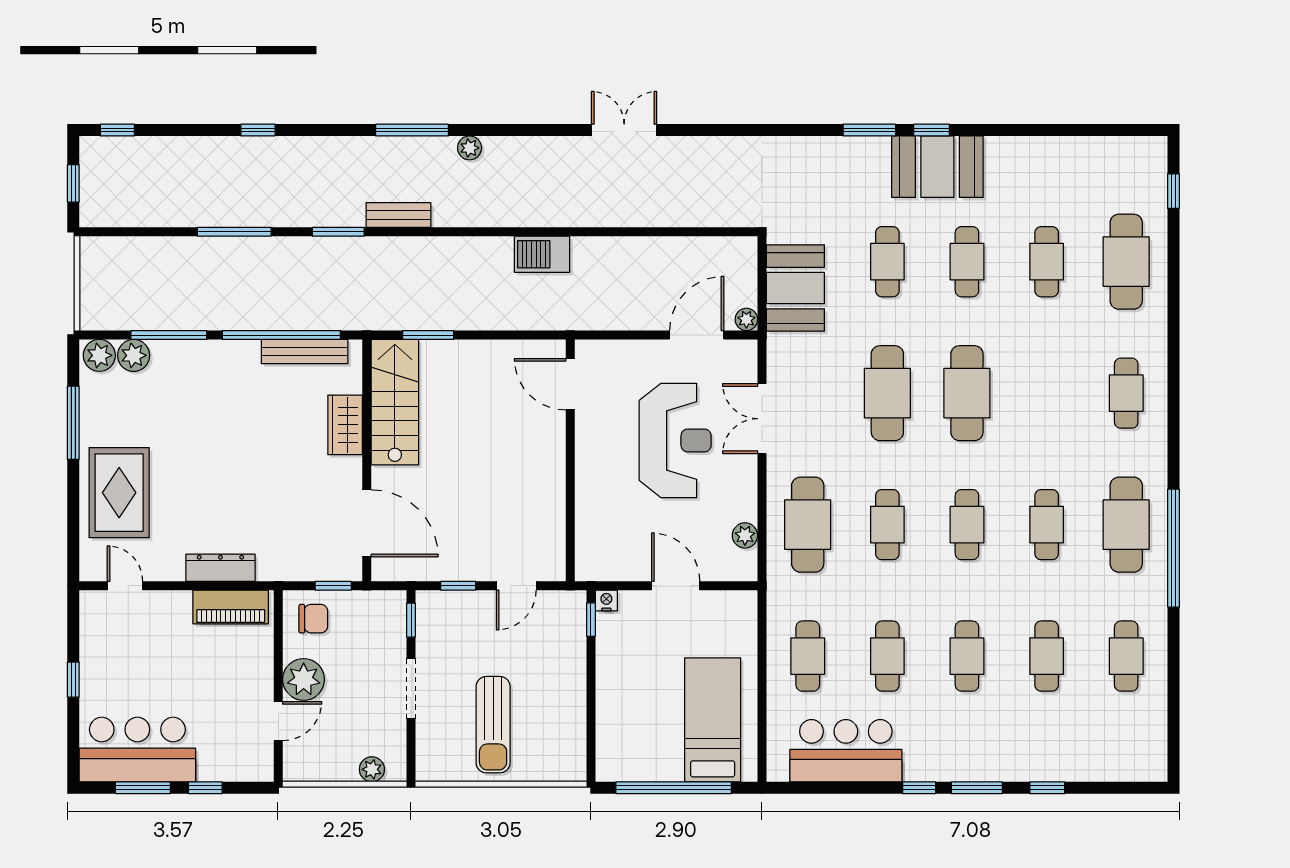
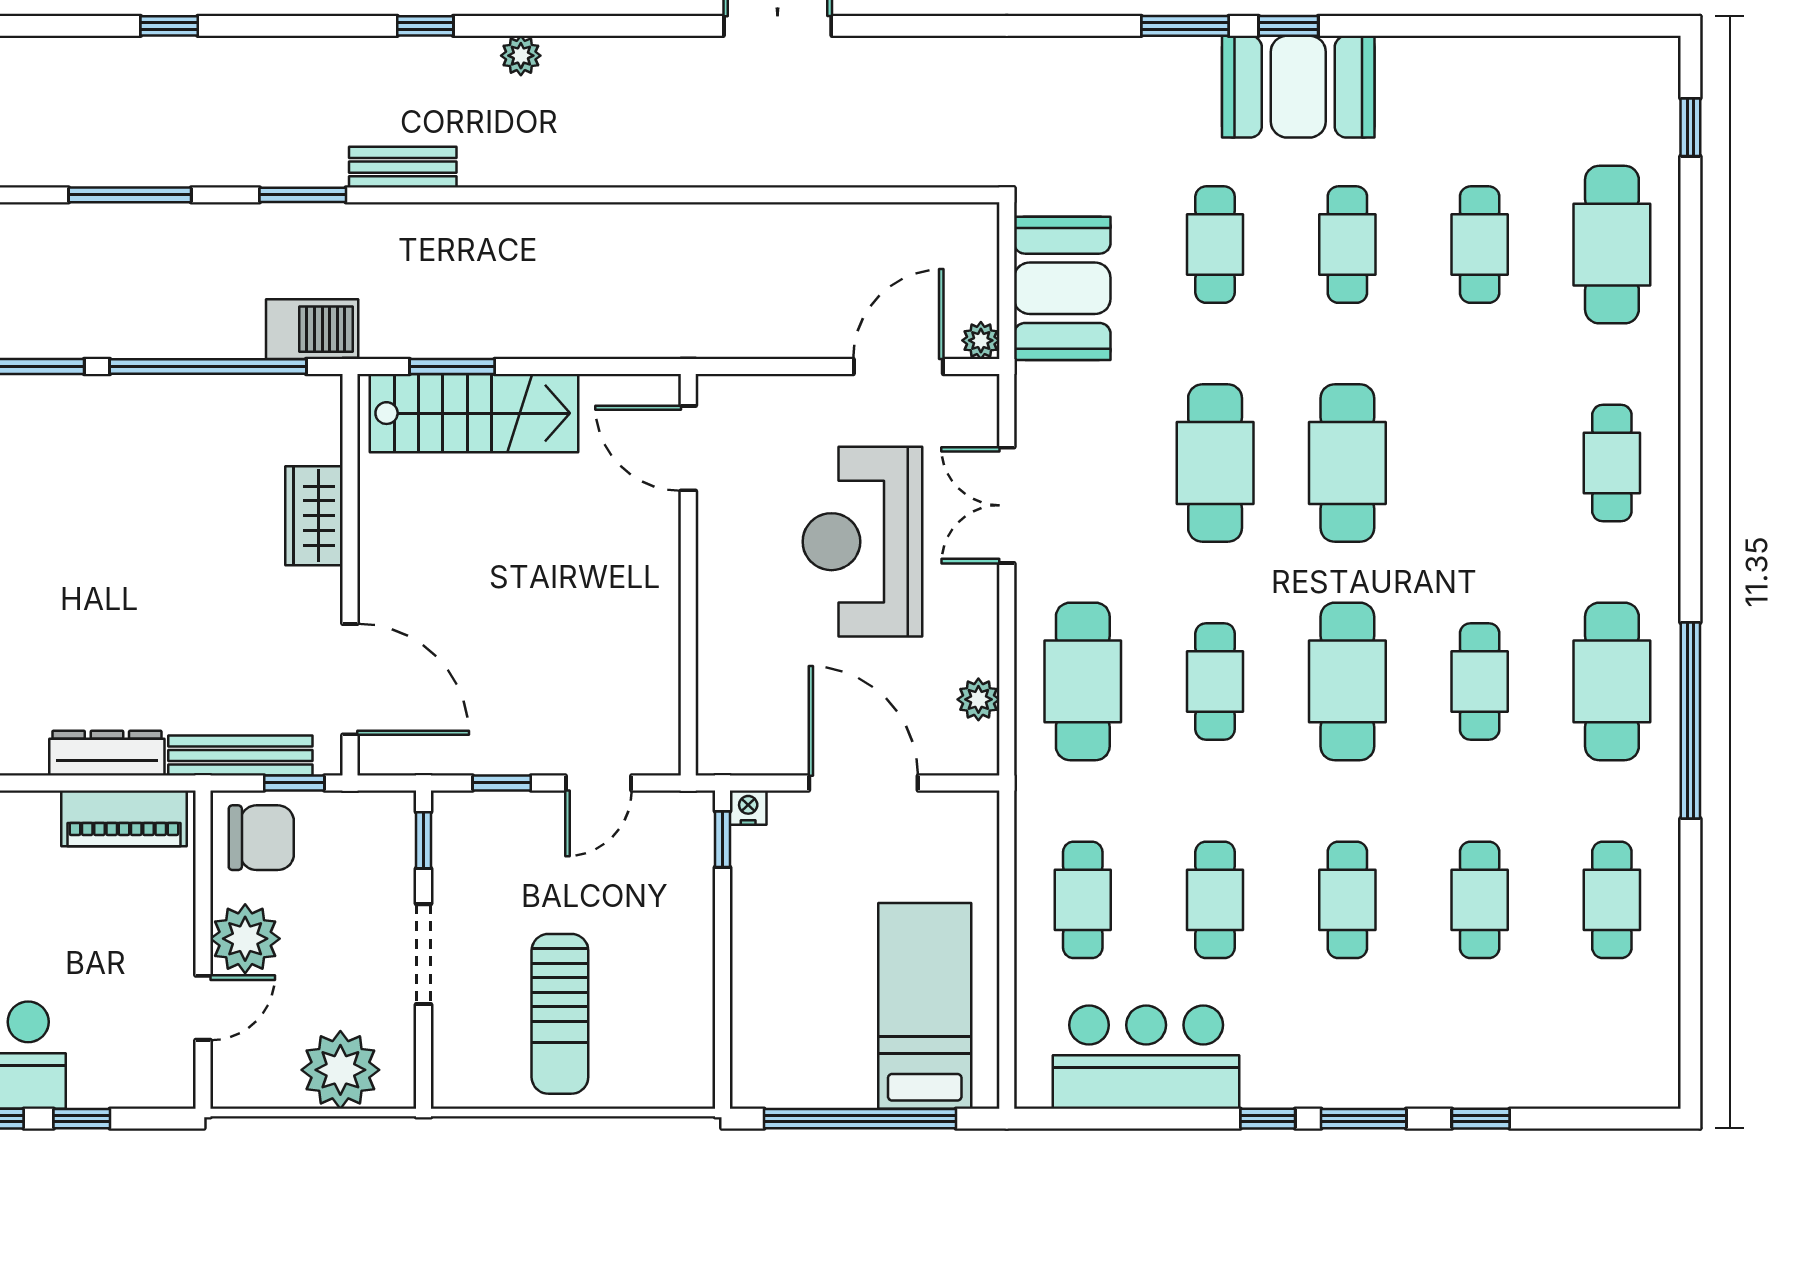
window: (412, 130) -> (425, 26), width x0.46
barbecue: (542, 254) -> (312, 329), moved, turned 180
bench: (305, 352) -> (240, 755), moved
stairs: (395, 402) -> (474, 413), moved, turned 90
reception desk: (675, 440) -> (863, 542), turned 180
cafe table: (967, 525) -> (1347, 681), width x1.37, depth x1.35
door: (676, 586) -> (863, 783), width x1.36
chair: (313, 619) -> (261, 838), width x1.37, depth x1.37
plant: (372, 769) -> (340, 1070), width x1.87, depth x1.87

